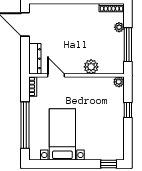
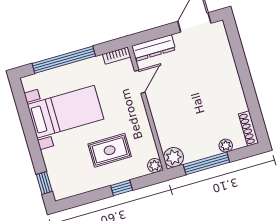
plant: (91, 67) -> (174, 157), moved
rug: (99, 111) -> (110, 150), added

